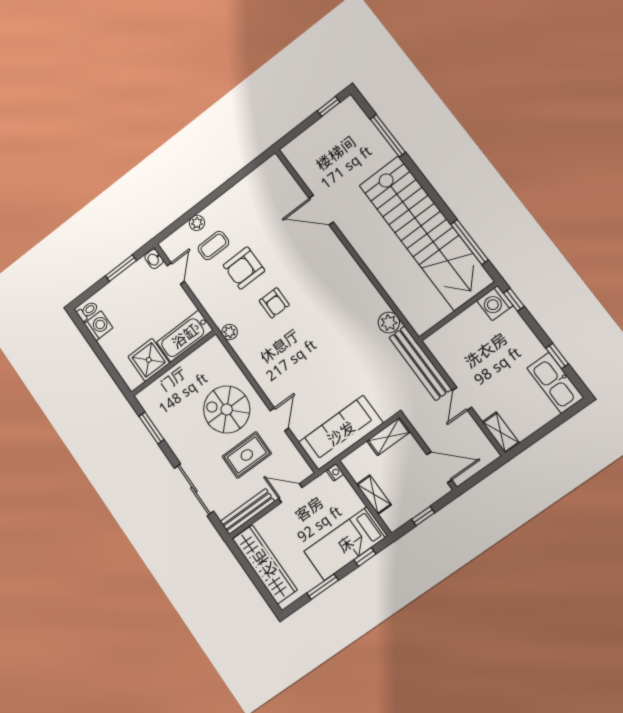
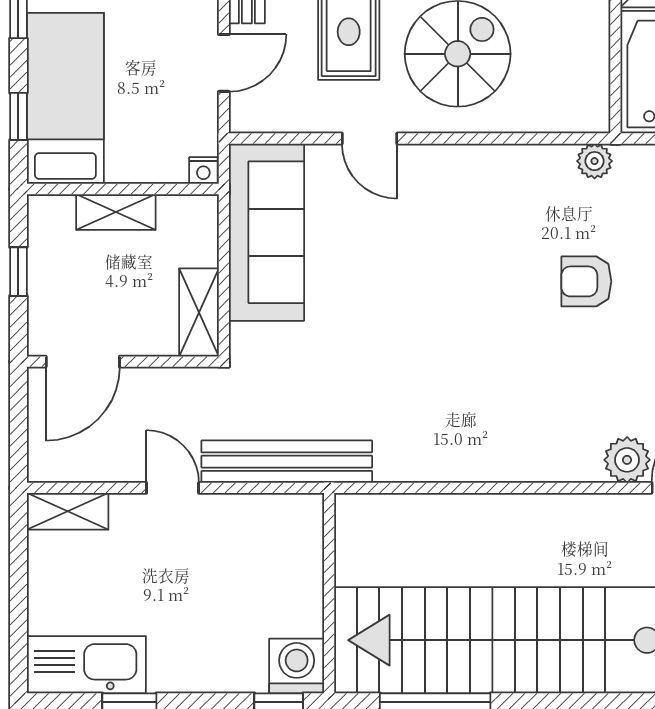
plant: (389, 323) -> (627, 460), moved

